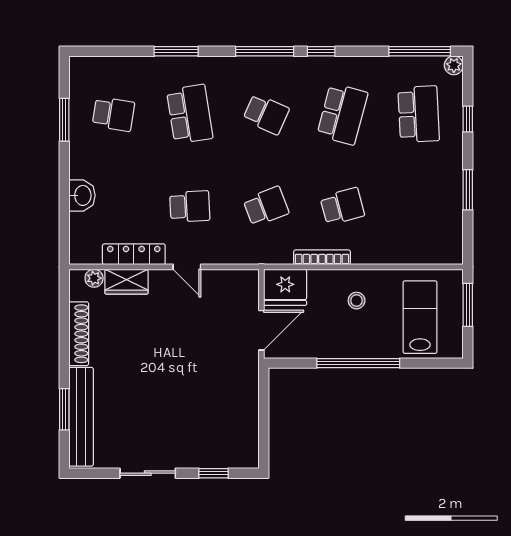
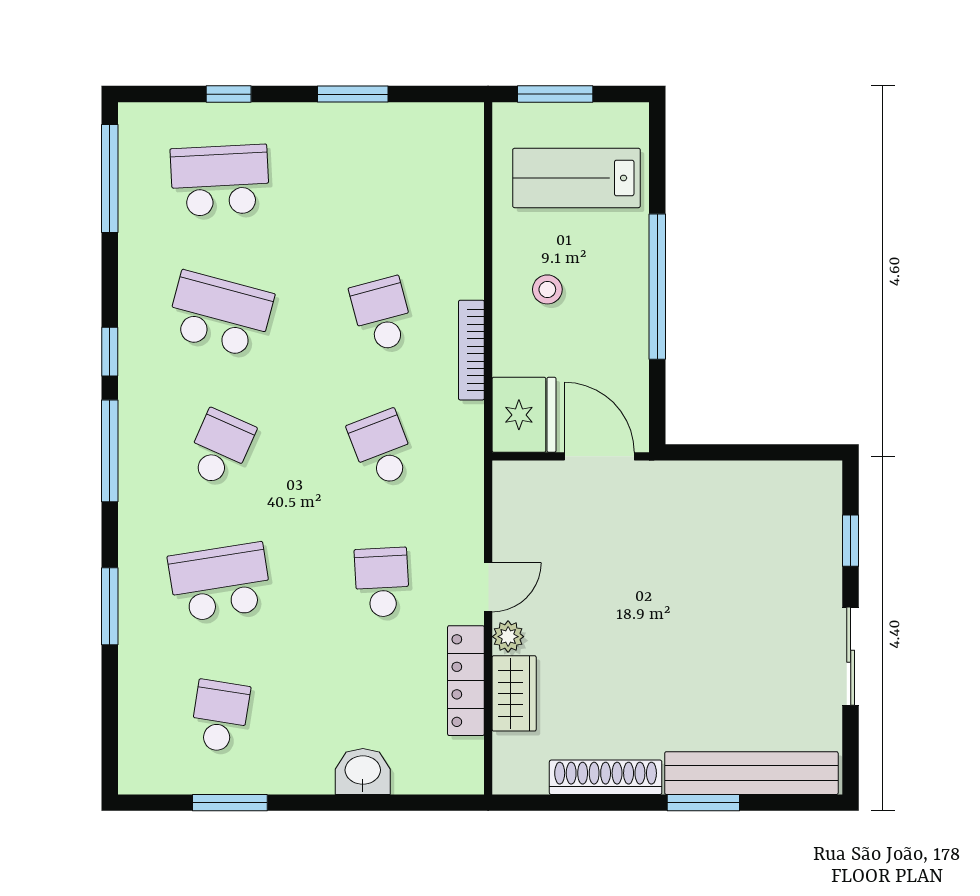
plant: (454, 65) -> (134, 119), removed
plant: (94, 278) -> (508, 637), moved
window: (64, 409) -> (703, 803), moved

